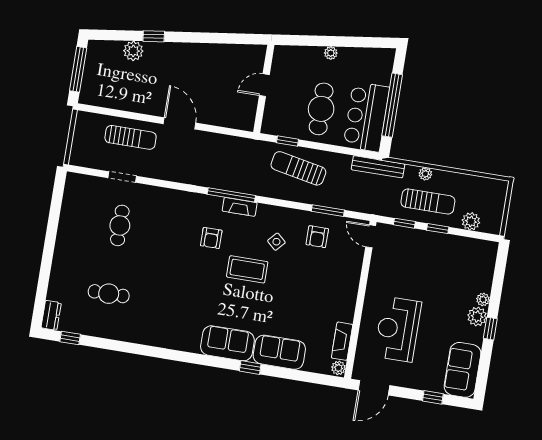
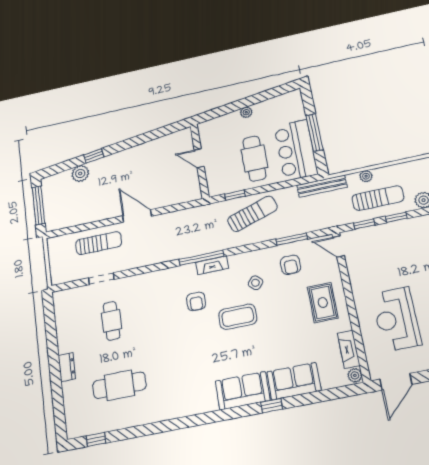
door: (264, 85) -> (199, 158), hinge flipped
window: (392, 105) -> (314, 132), width x0.68
sun lounger: (298, 168) -> (253, 214), turned 151
rug: (334, 287) -> (323, 303), added
cafe table: (109, 294) -> (119, 385), width x1.37, depth x1.35
dresser: (51, 315) -> (67, 367), moved

